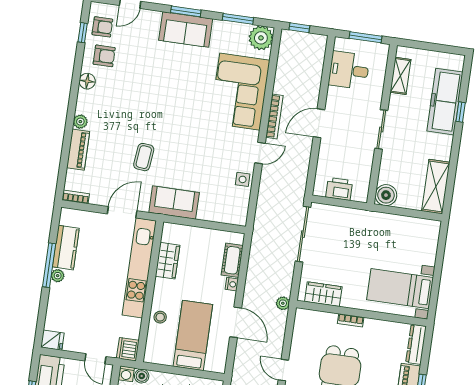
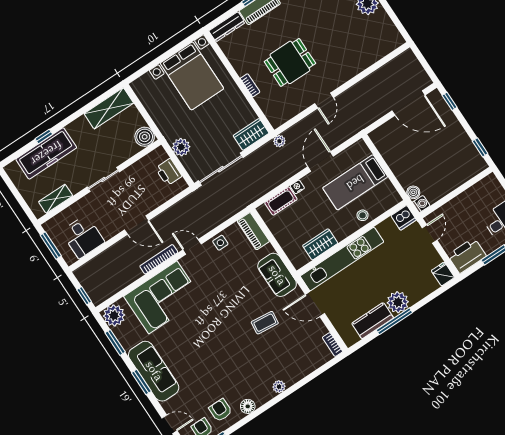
sofa: (186, 29) -> (154, 371), width x1.36
piano: (78, 150) -> (253, 231), moved, turned -90
plant: (350, 218) -> (181, 147), added
plant: (58, 276) -> (398, 302), width x1.87, depth x1.87
bed with nightstands: (400, 289) -> (192, 76), width x1.36
wardrobe: (323, 294) -> (251, 134), moved, turned 90

